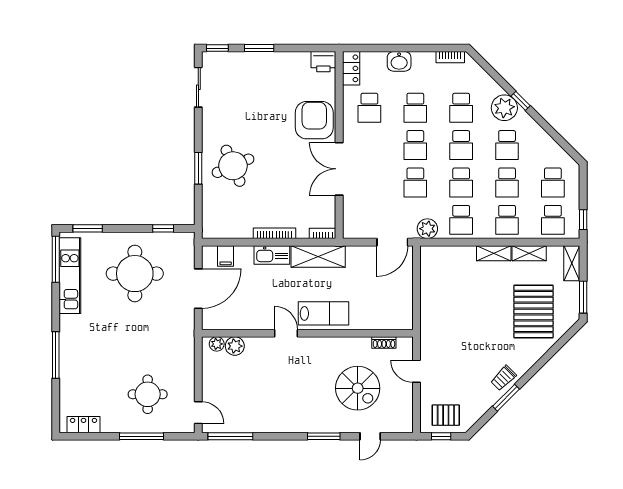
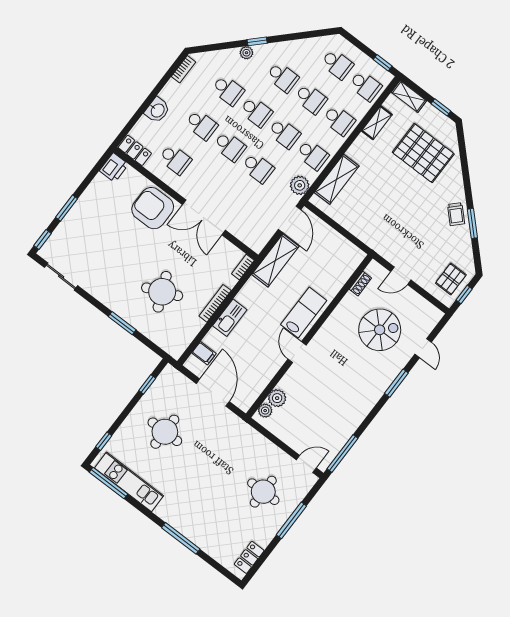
plant: (504, 108) -> (246, 53), width x0.53, depth x0.53
round table: (233, 166) -> (162, 292), moved
window: (88, 228) -> (104, 441), width x0.67
shelving: (494, 253) -> (337, 179), moved, width x1.50, depth x1.33
shelving: (318, 256) -> (275, 260), moved
round table: (135, 274) -> (165, 432), width x0.73, depth x0.73
window: (583, 297) -> (441, 107), width x0.67
door: (286, 333) -> (297, 352), hinge flipped

